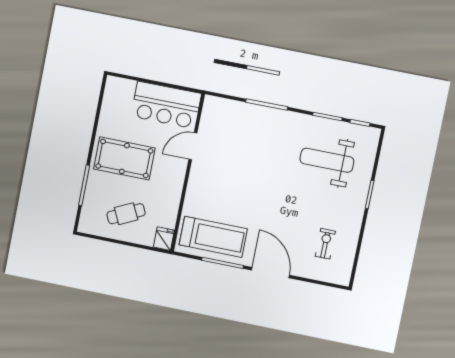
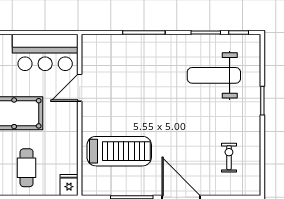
cafe table: (126, 214) -> (27, 168), turned -64
treadmill: (213, 237) -> (119, 151), moved

